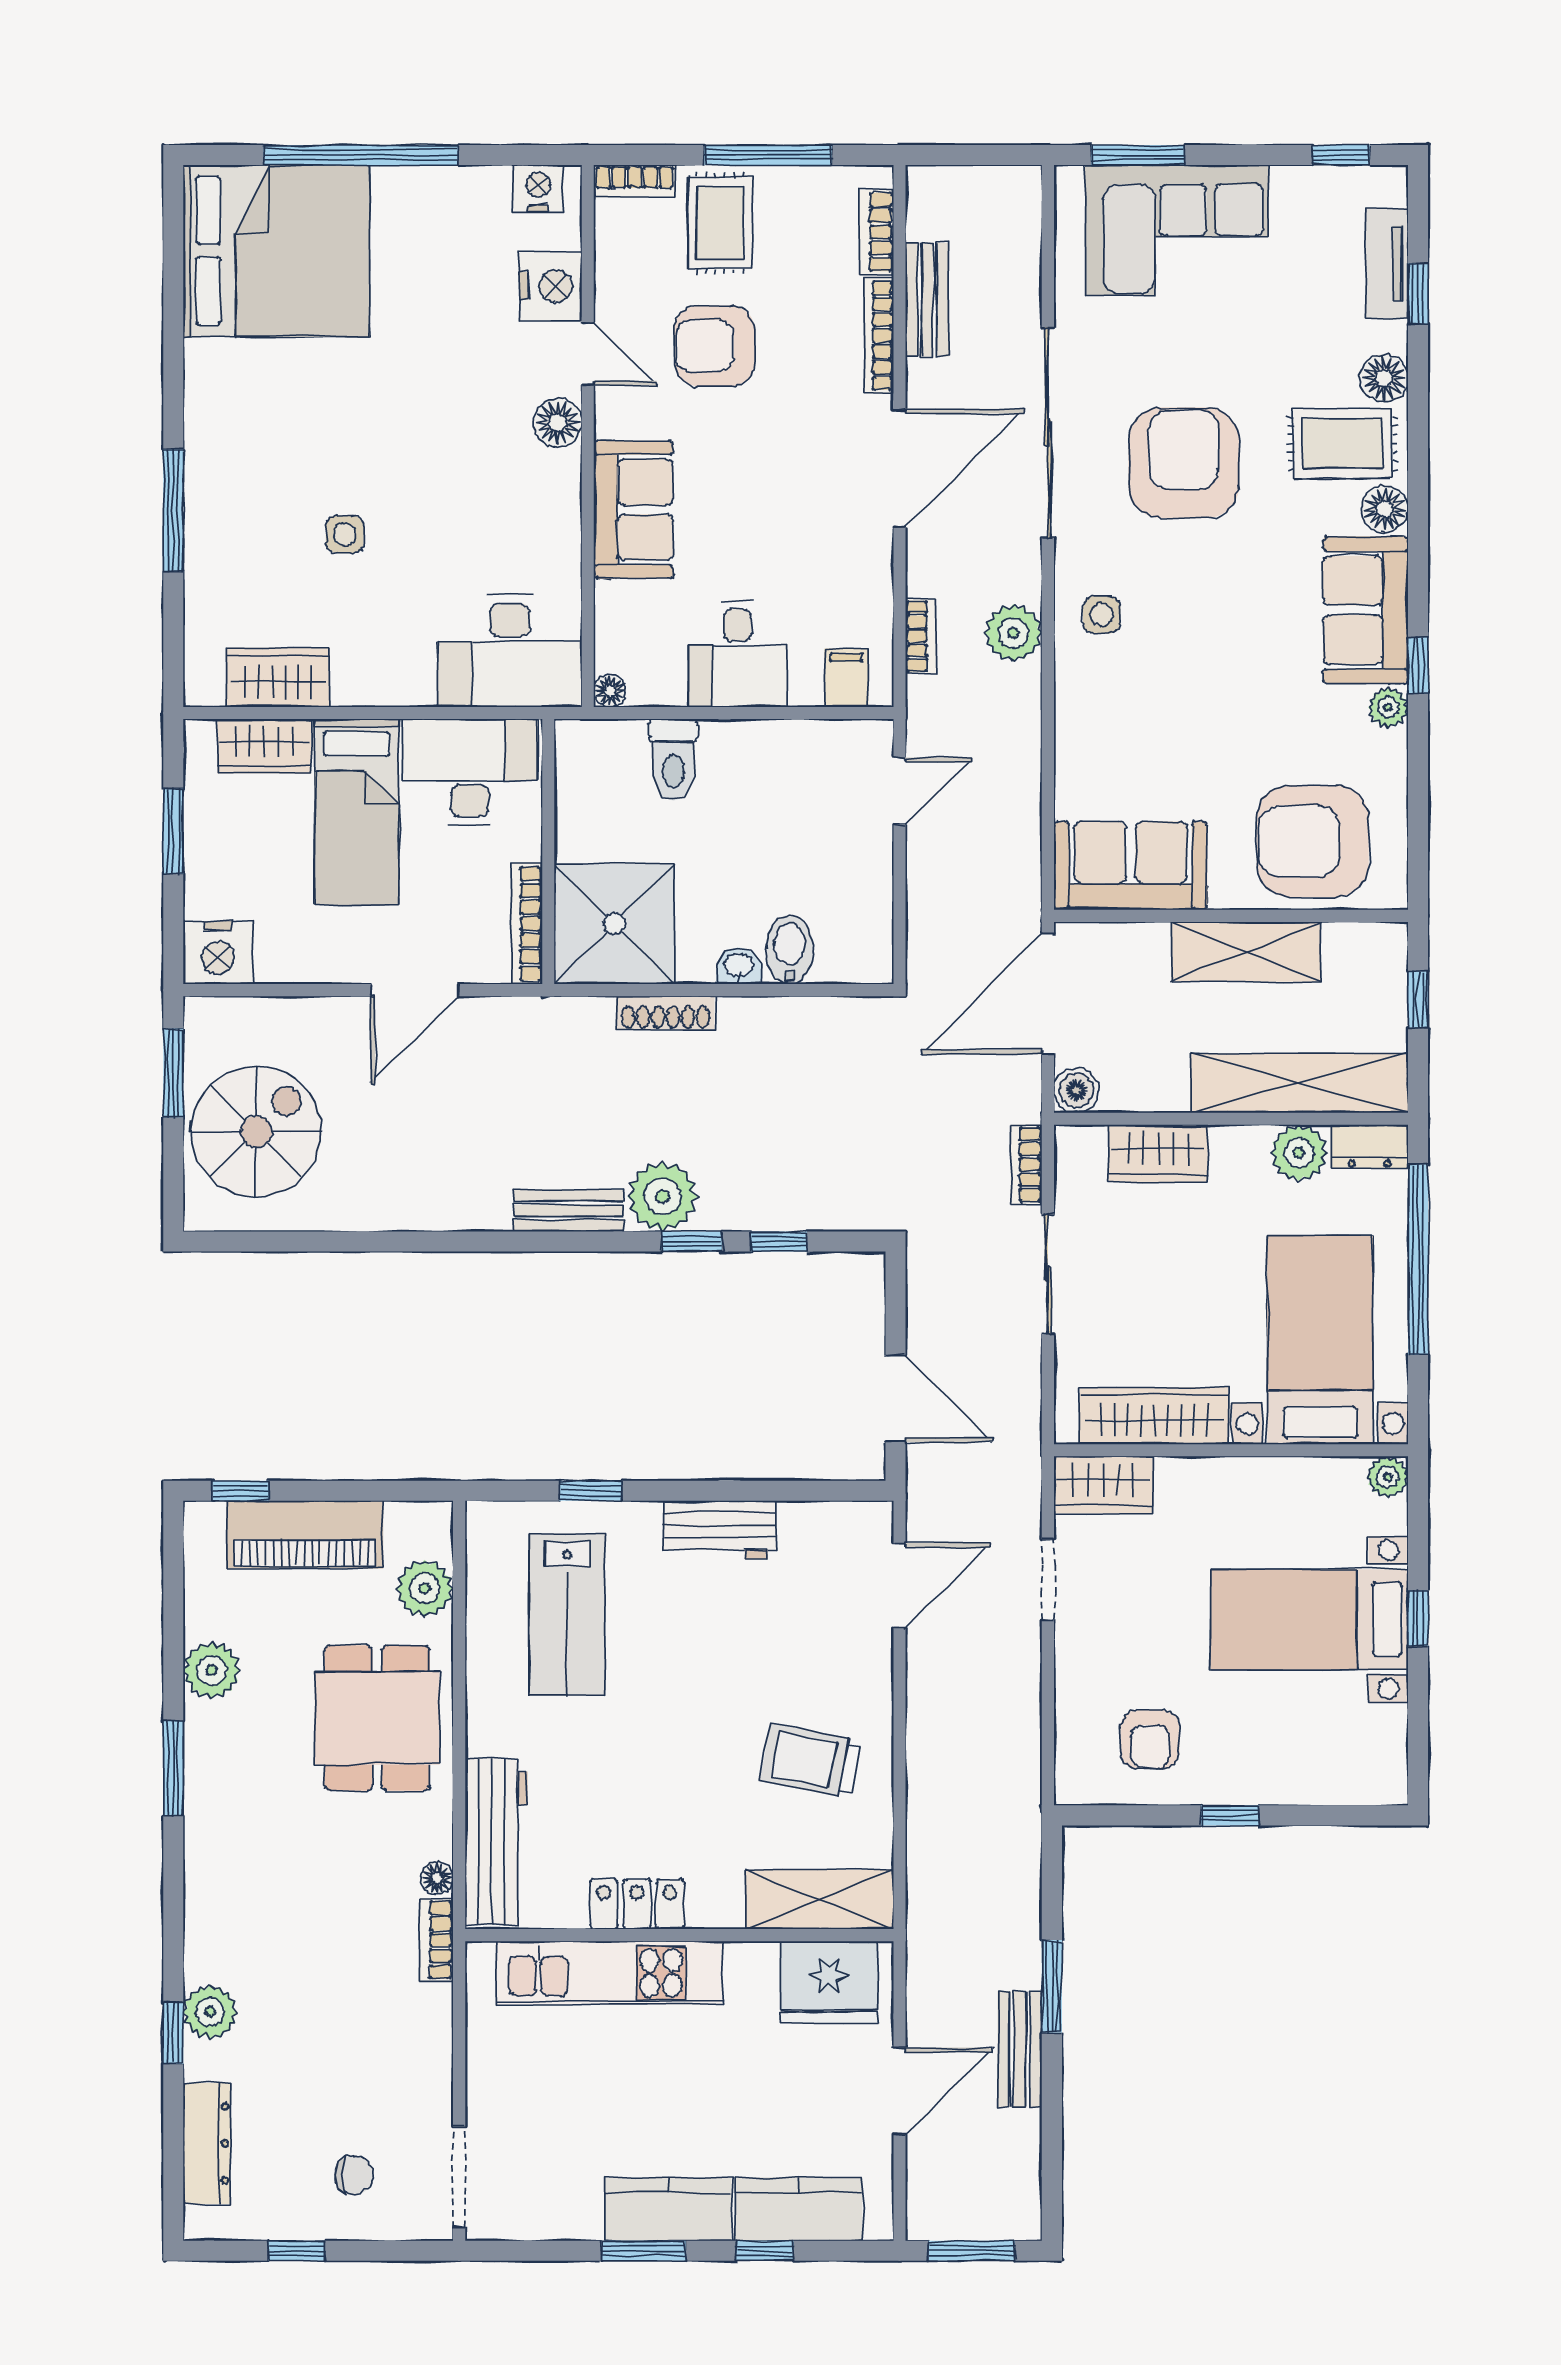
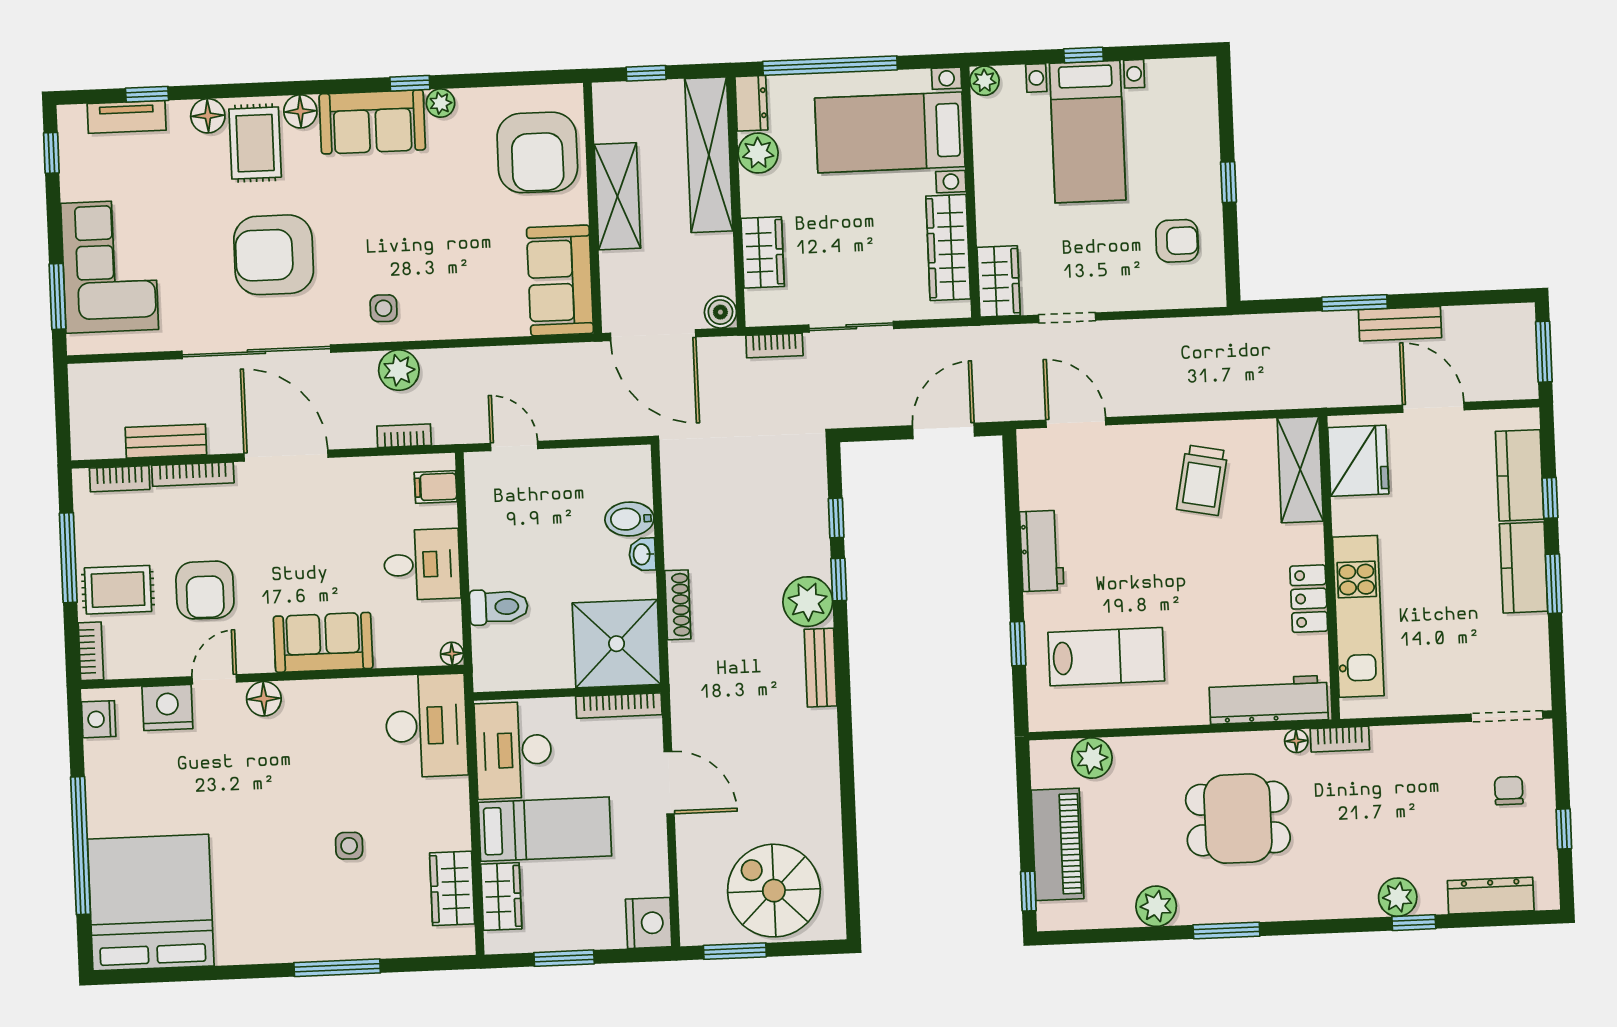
dining table: (377, 1718) -> (1238, 819), moved

